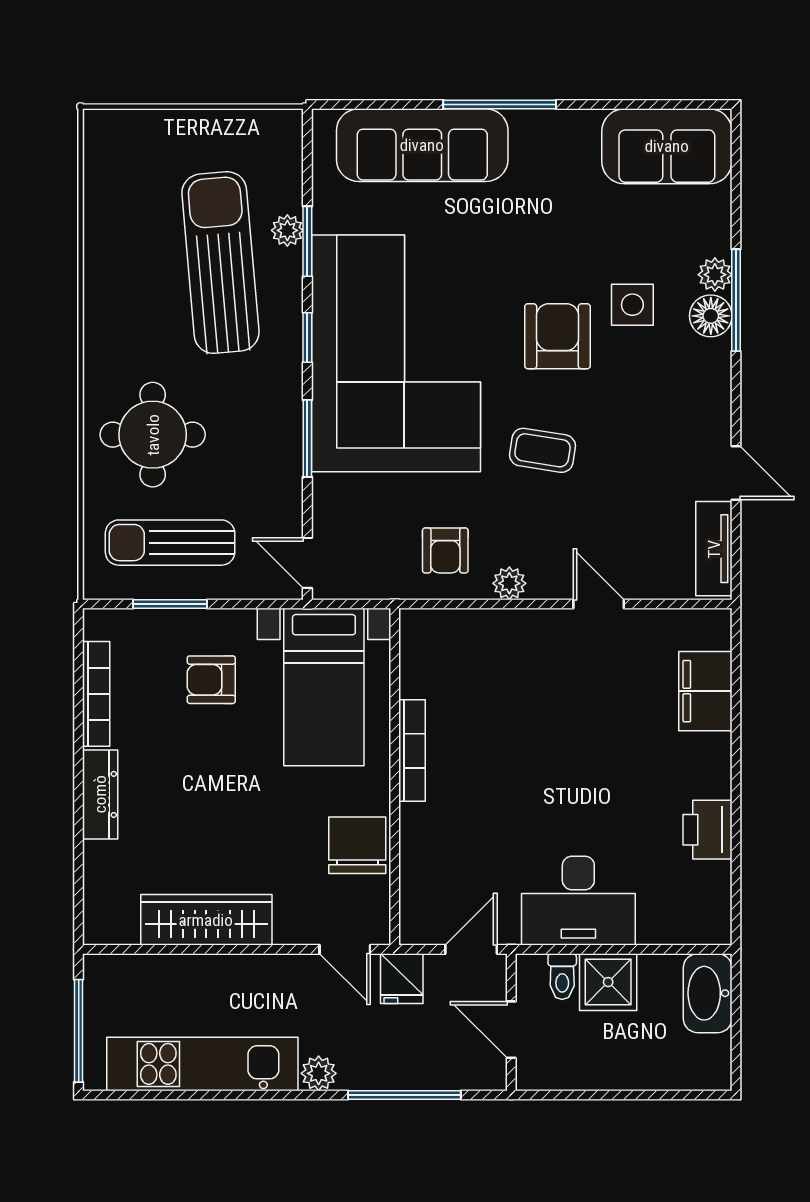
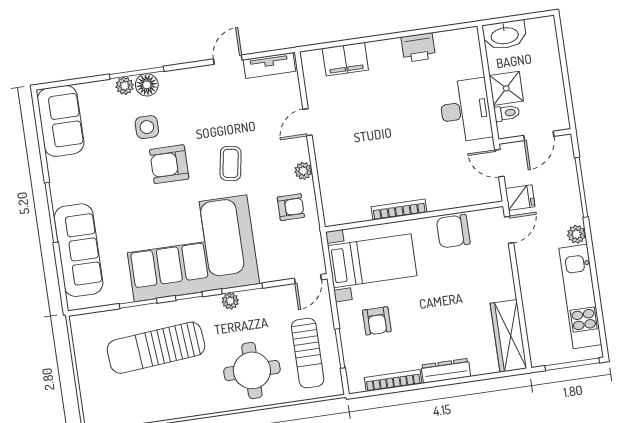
plant: (287, 230) -> (230, 301), moved
wardrobe: (206, 920) -> (508, 336), moved

